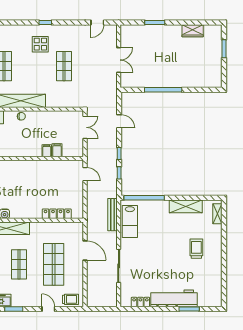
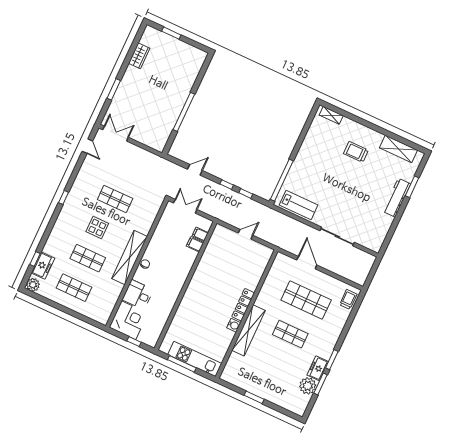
display table: (40, 44) -> (97, 228), moved
double door: (119, 60) -> (116, 134), moved
filing cabinet: (47, 151) -> (200, 234), moved
door: (85, 174) -> (245, 234), moved
shelving: (186, 206) -> (398, 149), moved, turned 90
locker: (57, 214) -> (243, 305), moved
bench: (112, 215) -> (284, 219), removed
door: (85, 251) -> (307, 263), hinge flipped
workbench: (174, 298) -> (397, 198), width x0.73, depth x0.76
locker: (140, 302) -> (383, 232), removed
door: (48, 309) -> (348, 326), removed

